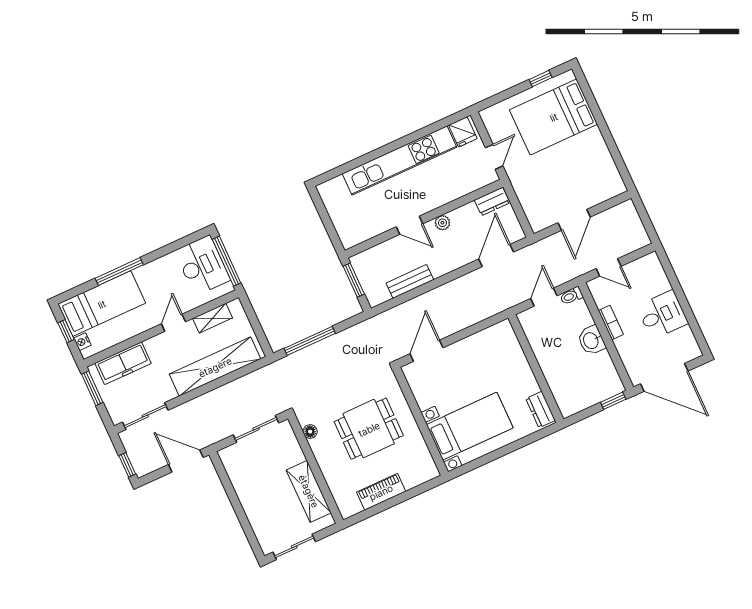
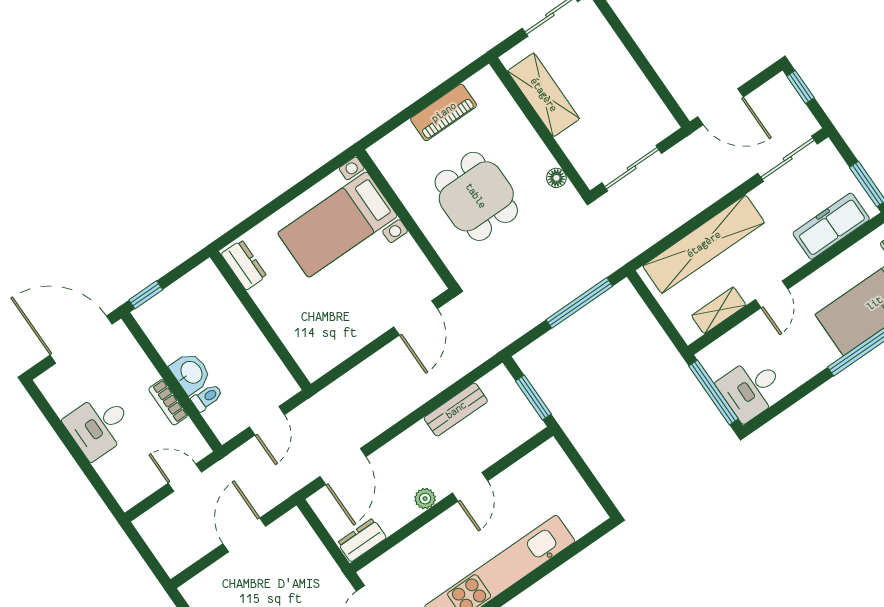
door: (410, 225) -> (470, 487), swing flipped
desk: (202, 265) -> (751, 388), width x0.73
toilet: (572, 296) -> (207, 397), moved
dining table: (369, 429) -> (476, 196), turned 90

